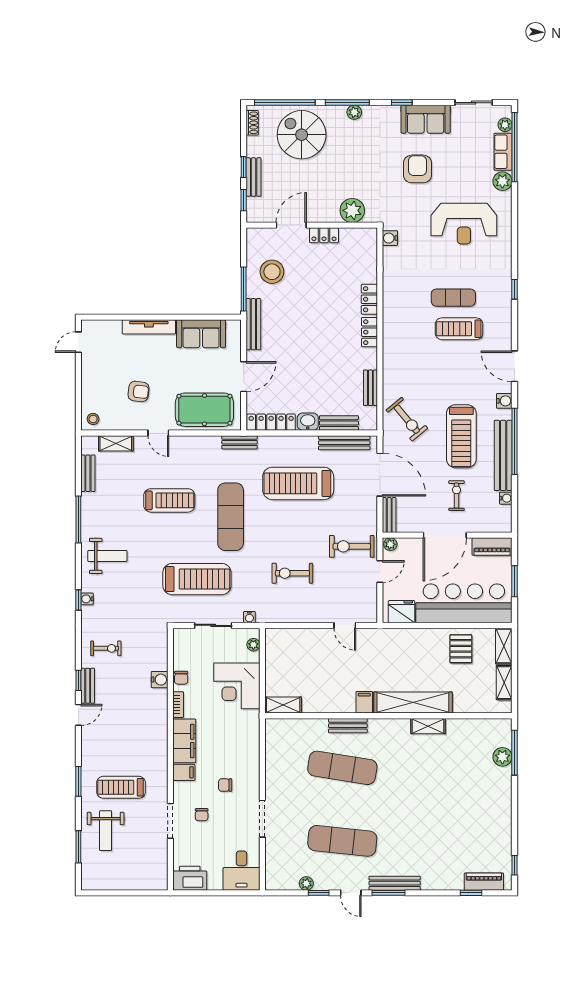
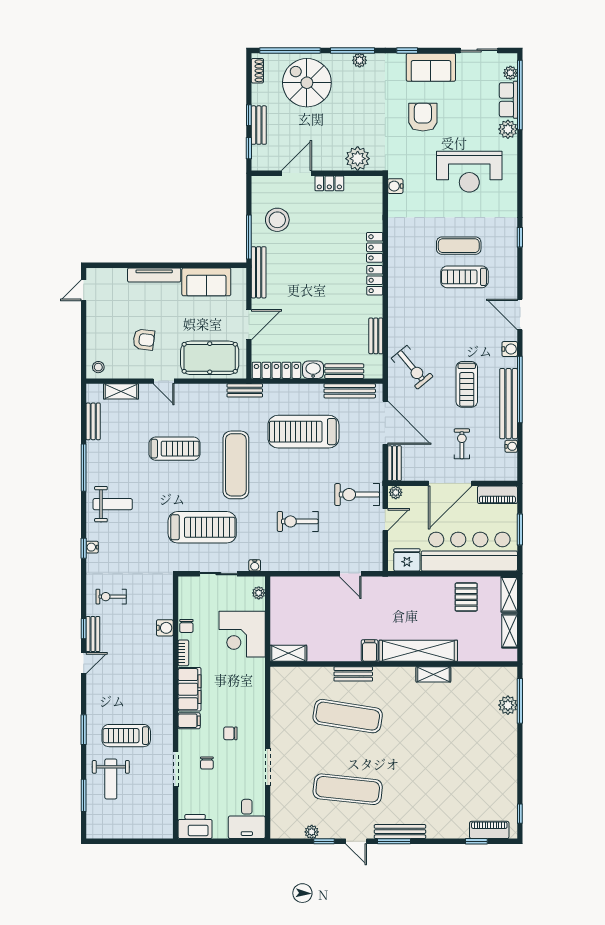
treadmill: (461, 436) -> (467, 384), width x0.73, depth x0.73
exercise bike: (106, 648) -> (111, 597), turned 180

